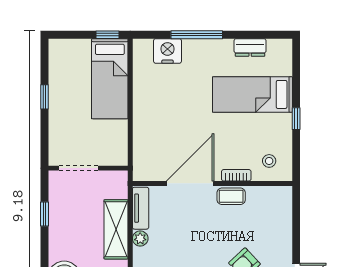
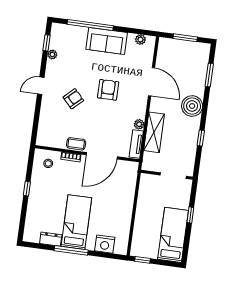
window: (197, 35) -> (71, 250), moved
bed: (110, 79) -> (173, 235), moved
bed: (253, 94) -> (76, 222), moved, turned -90
window: (45, 97) -> (190, 215), moved
window: (45, 214) -> (201, 138), moved

